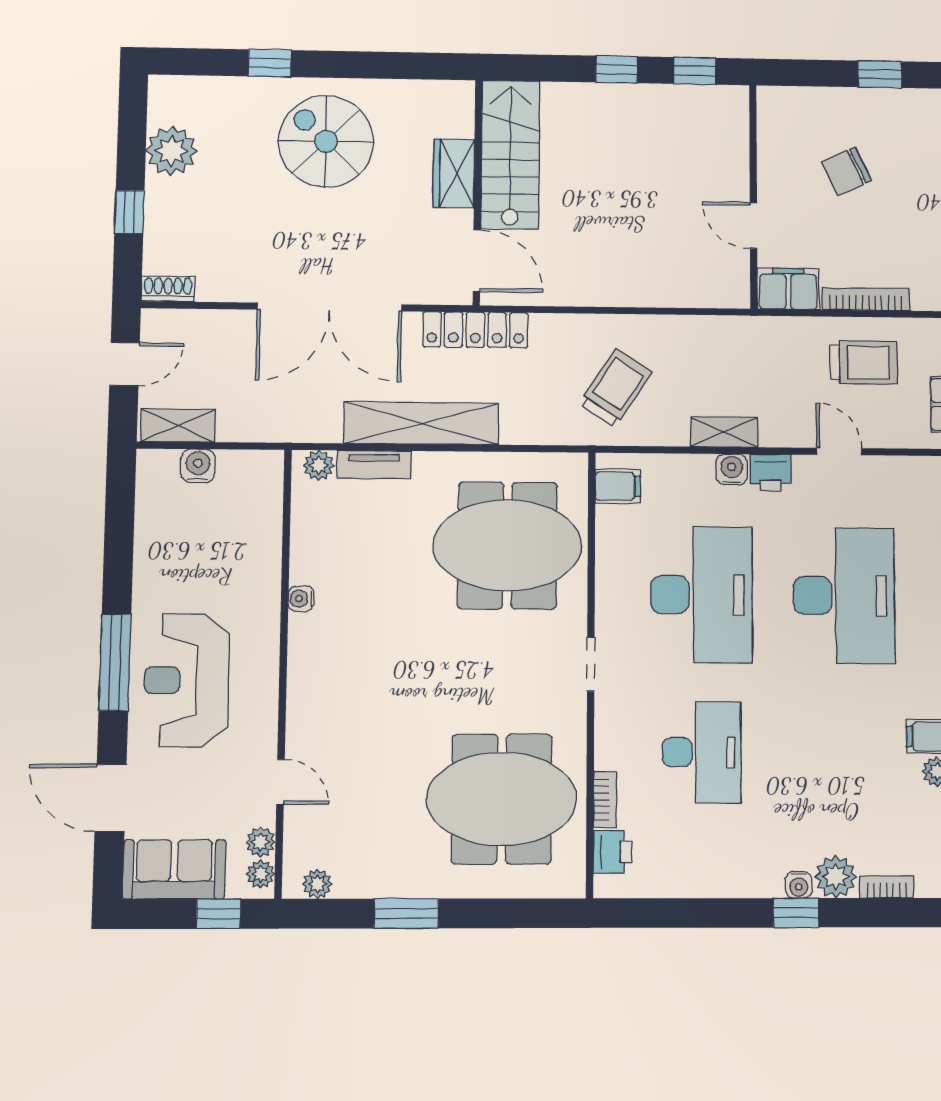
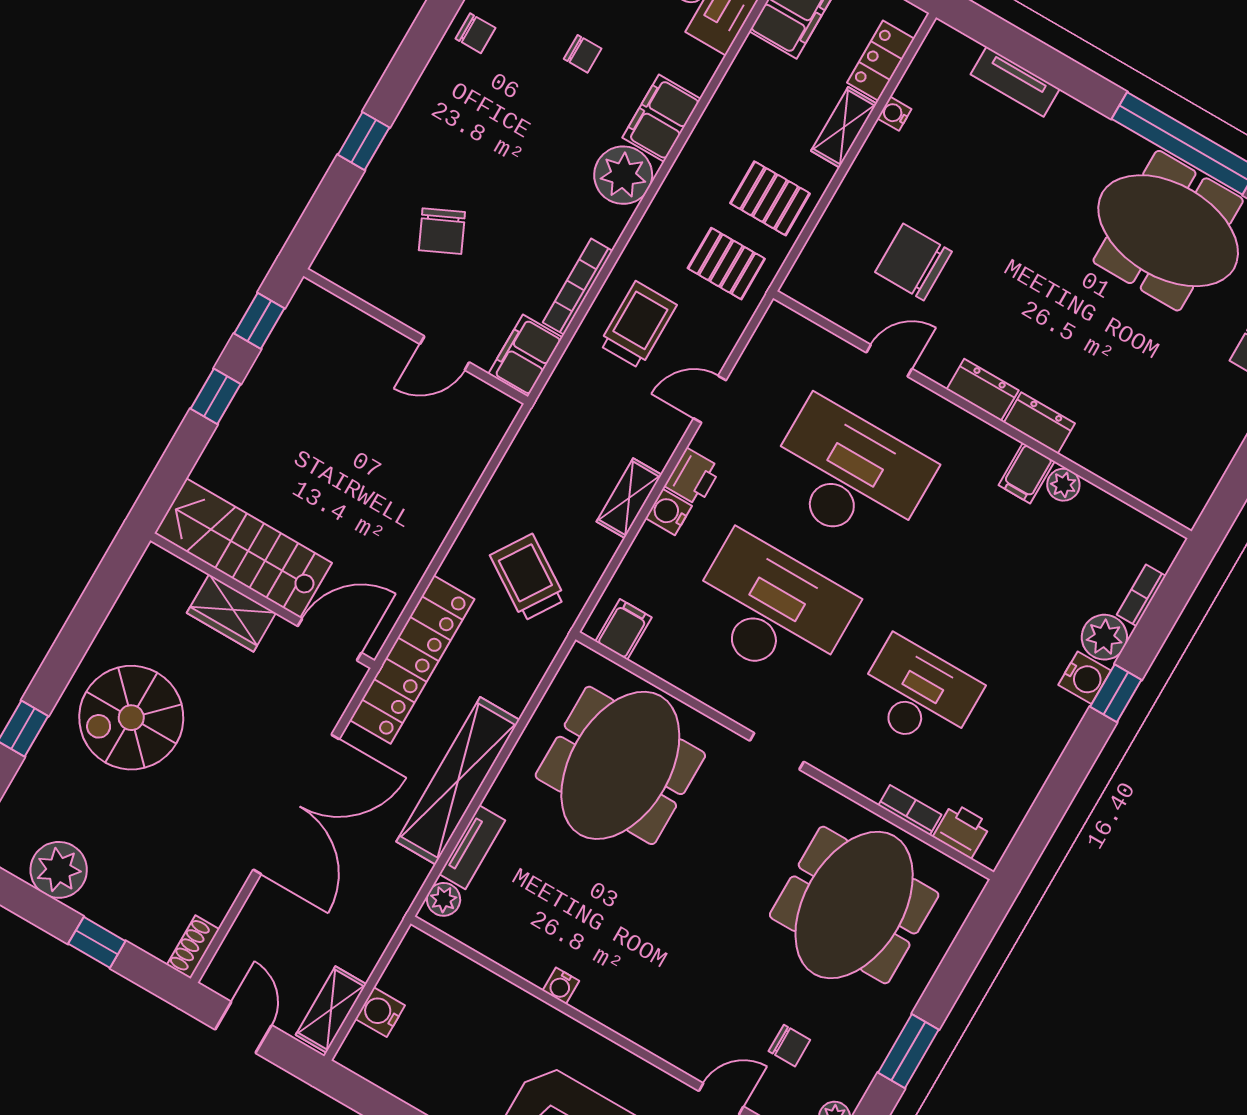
locker: (475, 330) -> (412, 660), width x1.41, depth x1.21
chair: (356, 813) -> (789, 1046), added
water cooler: (799, 885) -> (1085, 678), width x1.38, depth x1.38

